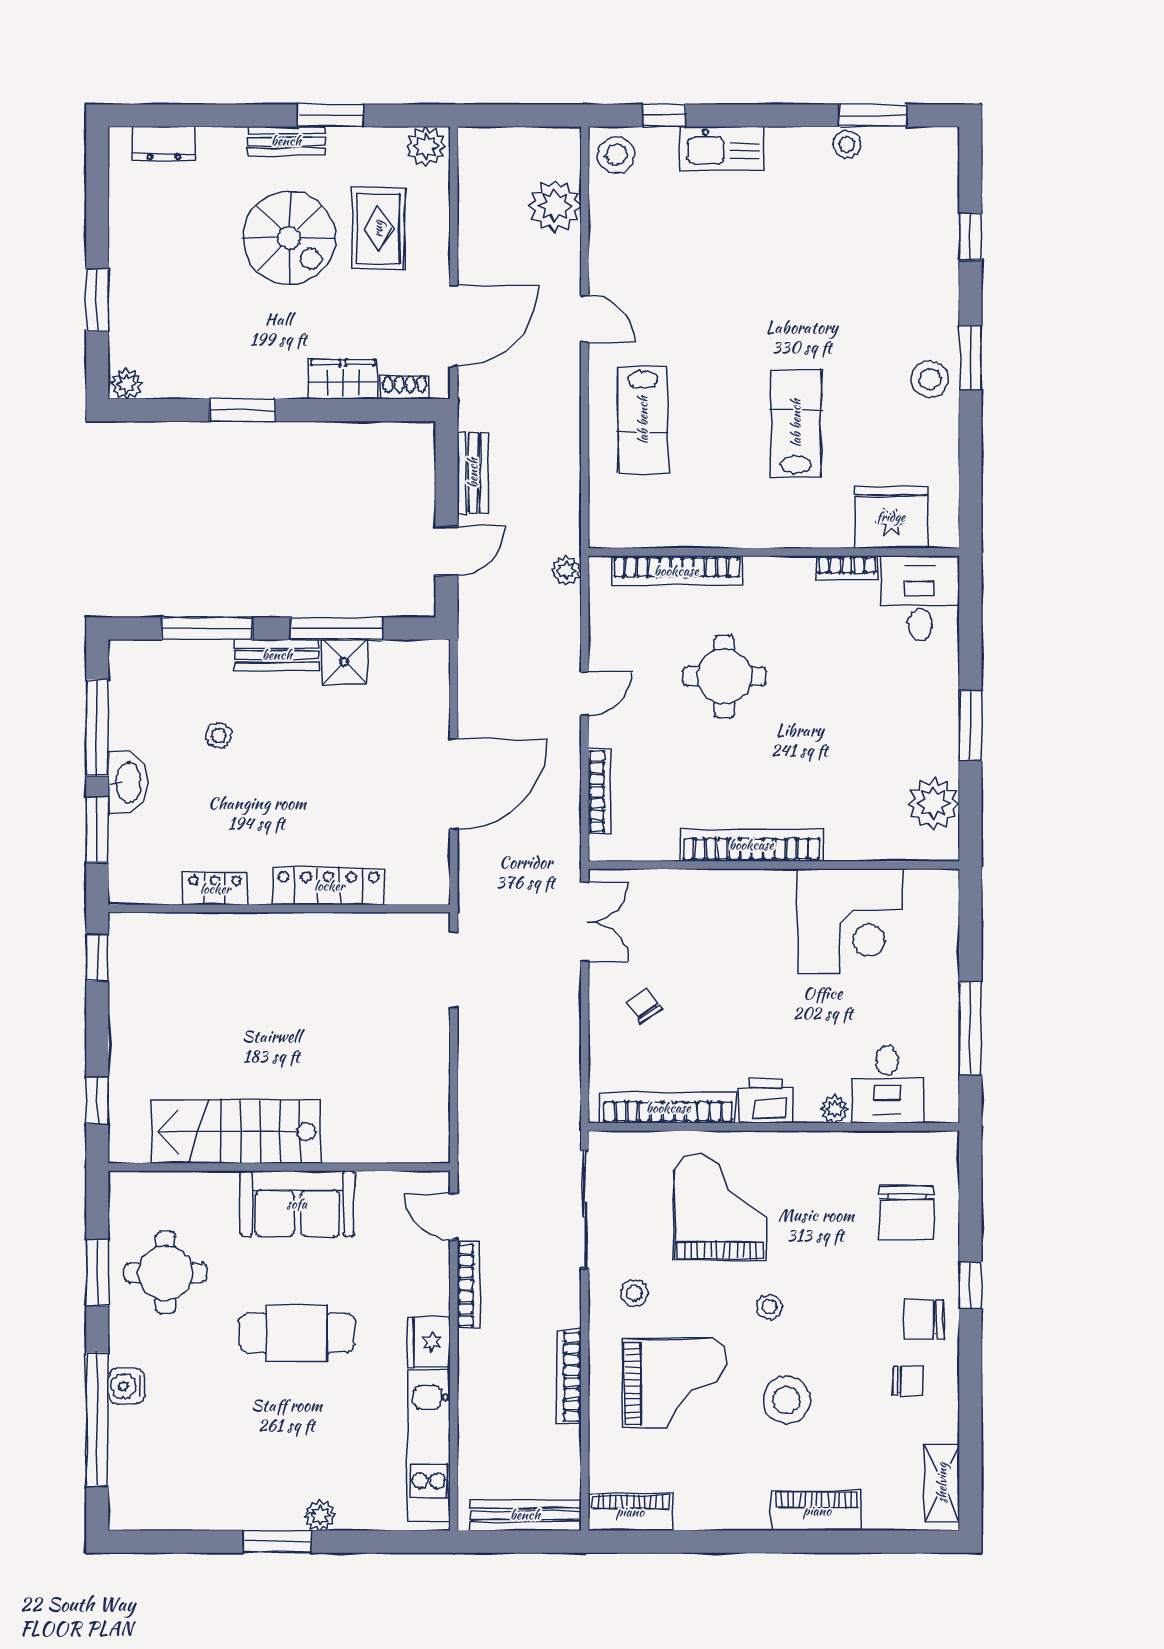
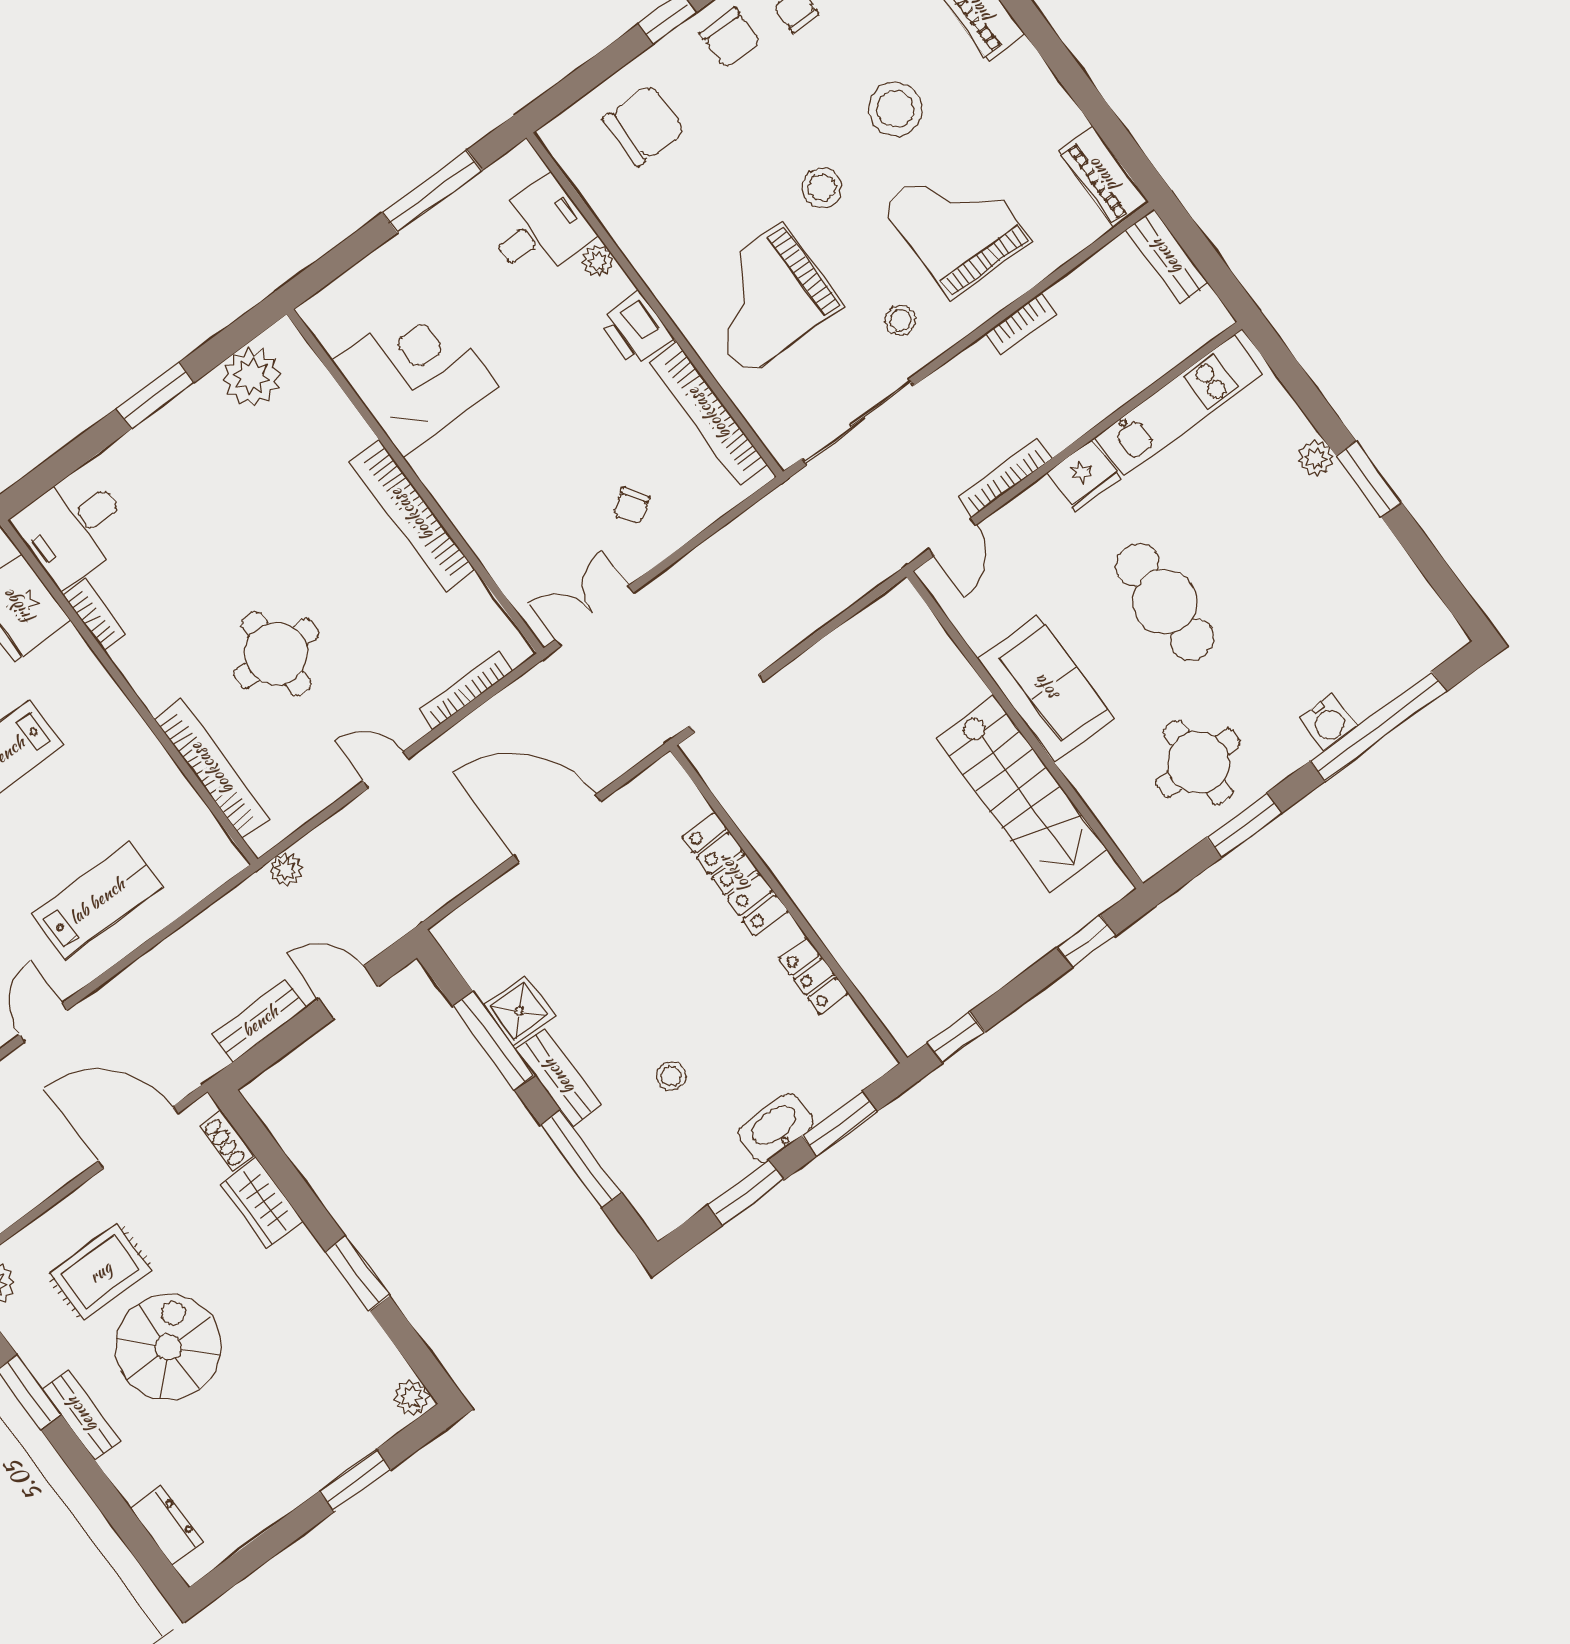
window: (97, 728) -> (746, 1192), width x0.69
stool: (769, 1307) -> (822, 188), width x1.37, depth x1.37
bookcase: (569, 1377) -> (1021, 324), width x0.64
bench: (525, 1515) -> (1167, 257), width x0.73

